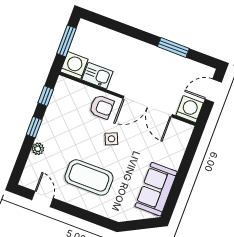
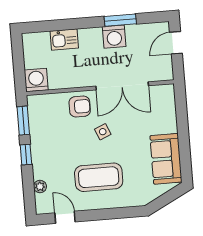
window: (67, 41) -> (18, 61), removed
kitchen sink: (97, 76) -> (64, 39), moved, turned 180
window: (46, 96) -> (23, 121), width x1.50
washing machine: (190, 109) -> (114, 37), moved, turned 180
plant: (38, 149) -> (40, 186), moved

